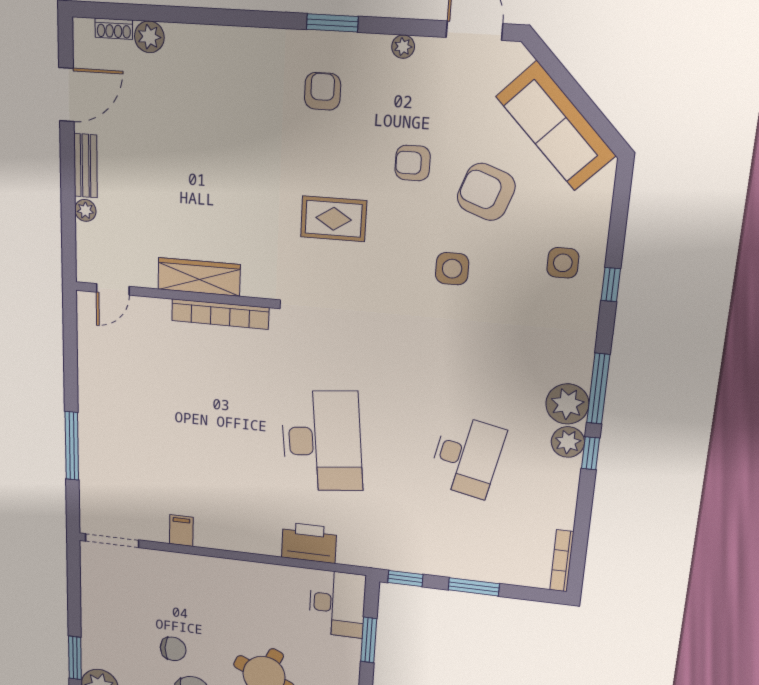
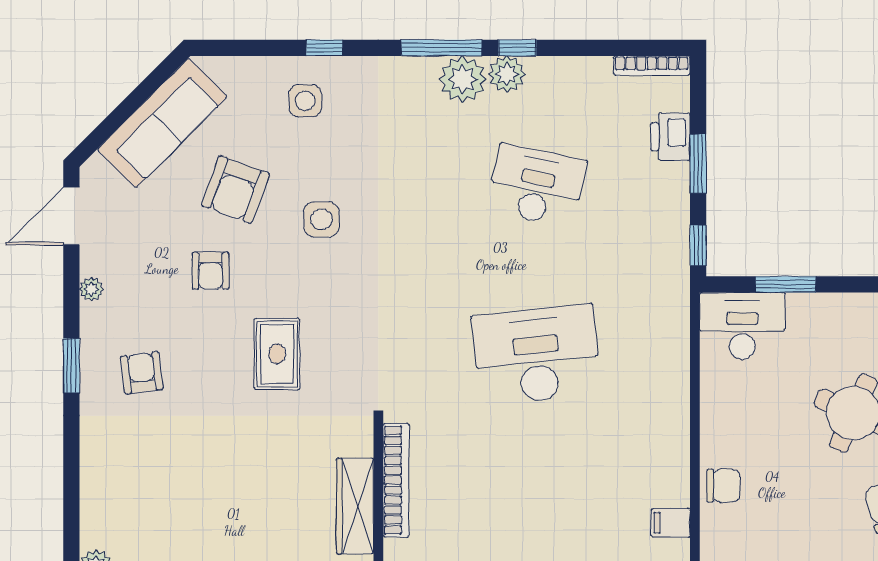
armchair: (323, 91) -> (142, 373), turned 83
printer: (309, 543) -> (670, 137), moved, width x0.73, depth x0.84
chair: (173, 649) -> (723, 486), moved, turned 90

